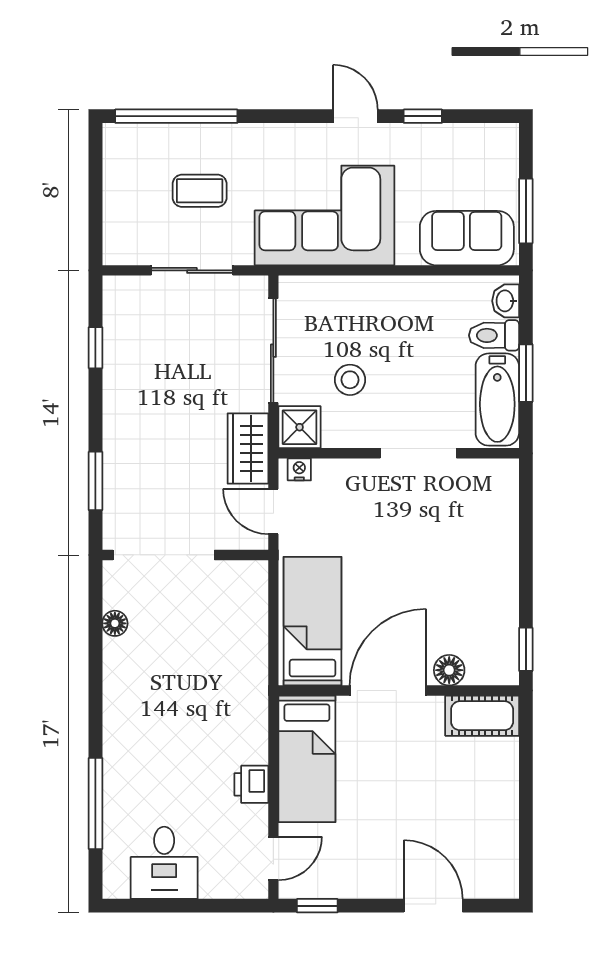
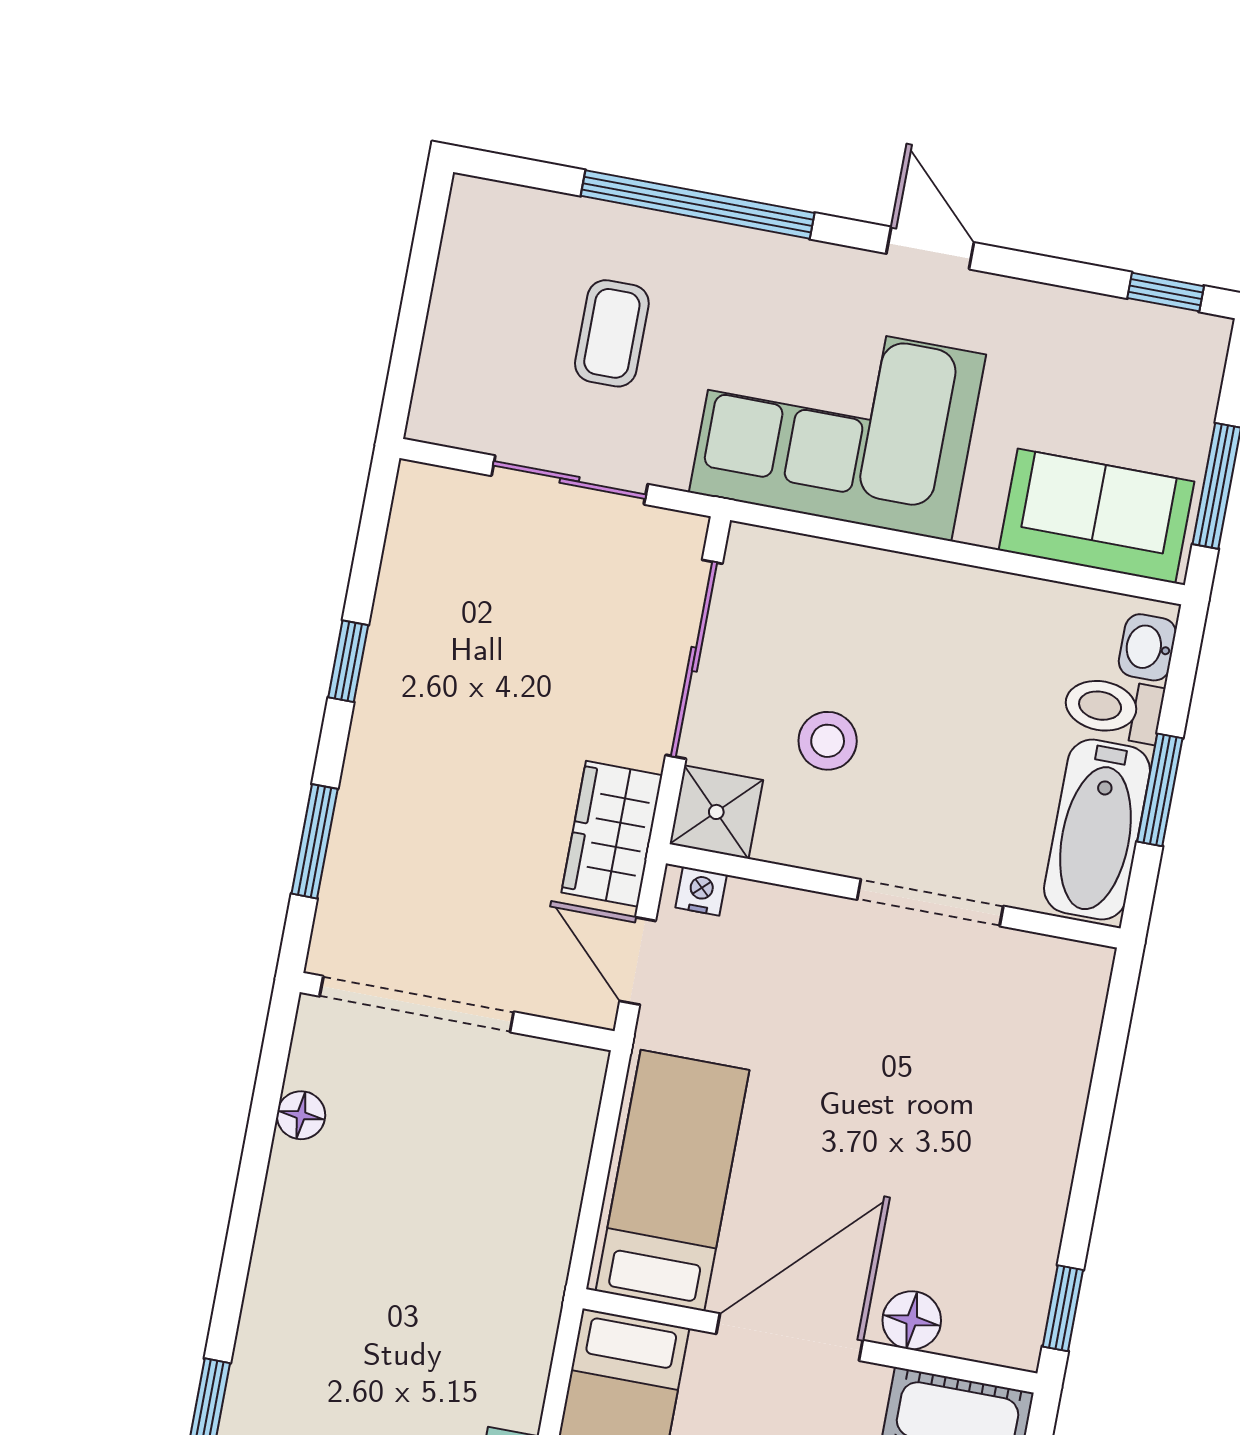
window: (176, 116) -> (698, 204), moved
window: (423, 116) -> (1166, 292), moved
coffee table: (200, 191) -> (612, 333), turned 90
window: (95, 348) -> (348, 661), moved

